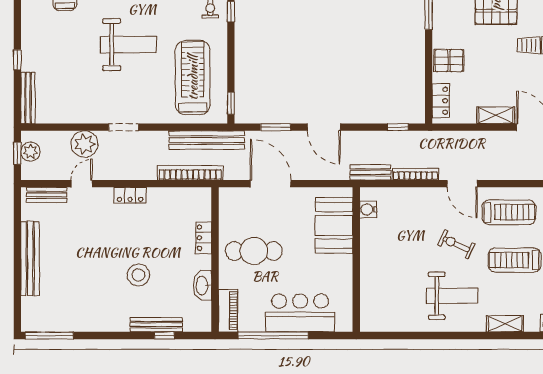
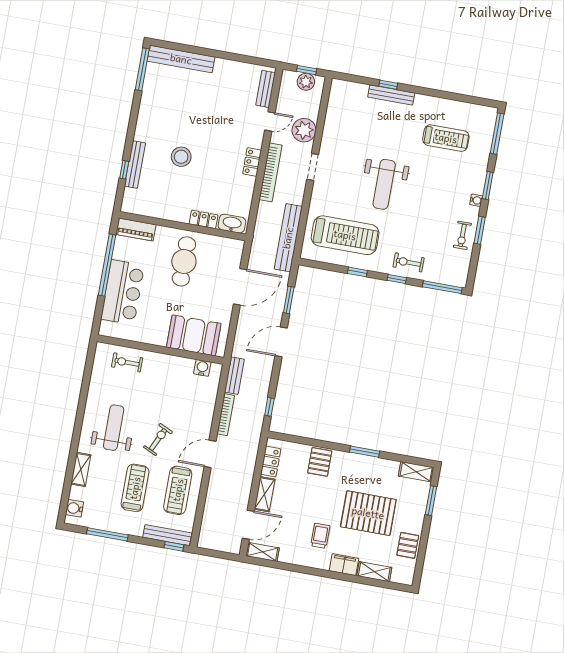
bench: (28, 98) -> (391, 95), moved
locker: (441, 101) -> (271, 462), moved, turned -90
window: (231, 103) -> (357, 272), moved
bookcase: (190, 173) -> (271, 172), moved
door: (82, 184) -> (270, 121), hinge flipped
bench: (30, 259) -> (181, 59), moved
washbasin: (202, 285) -> (232, 224), moved
exercise bike: (377, 294) -> (127, 362), added
weight bench: (452, 296) -> (114, 428), turned 180

